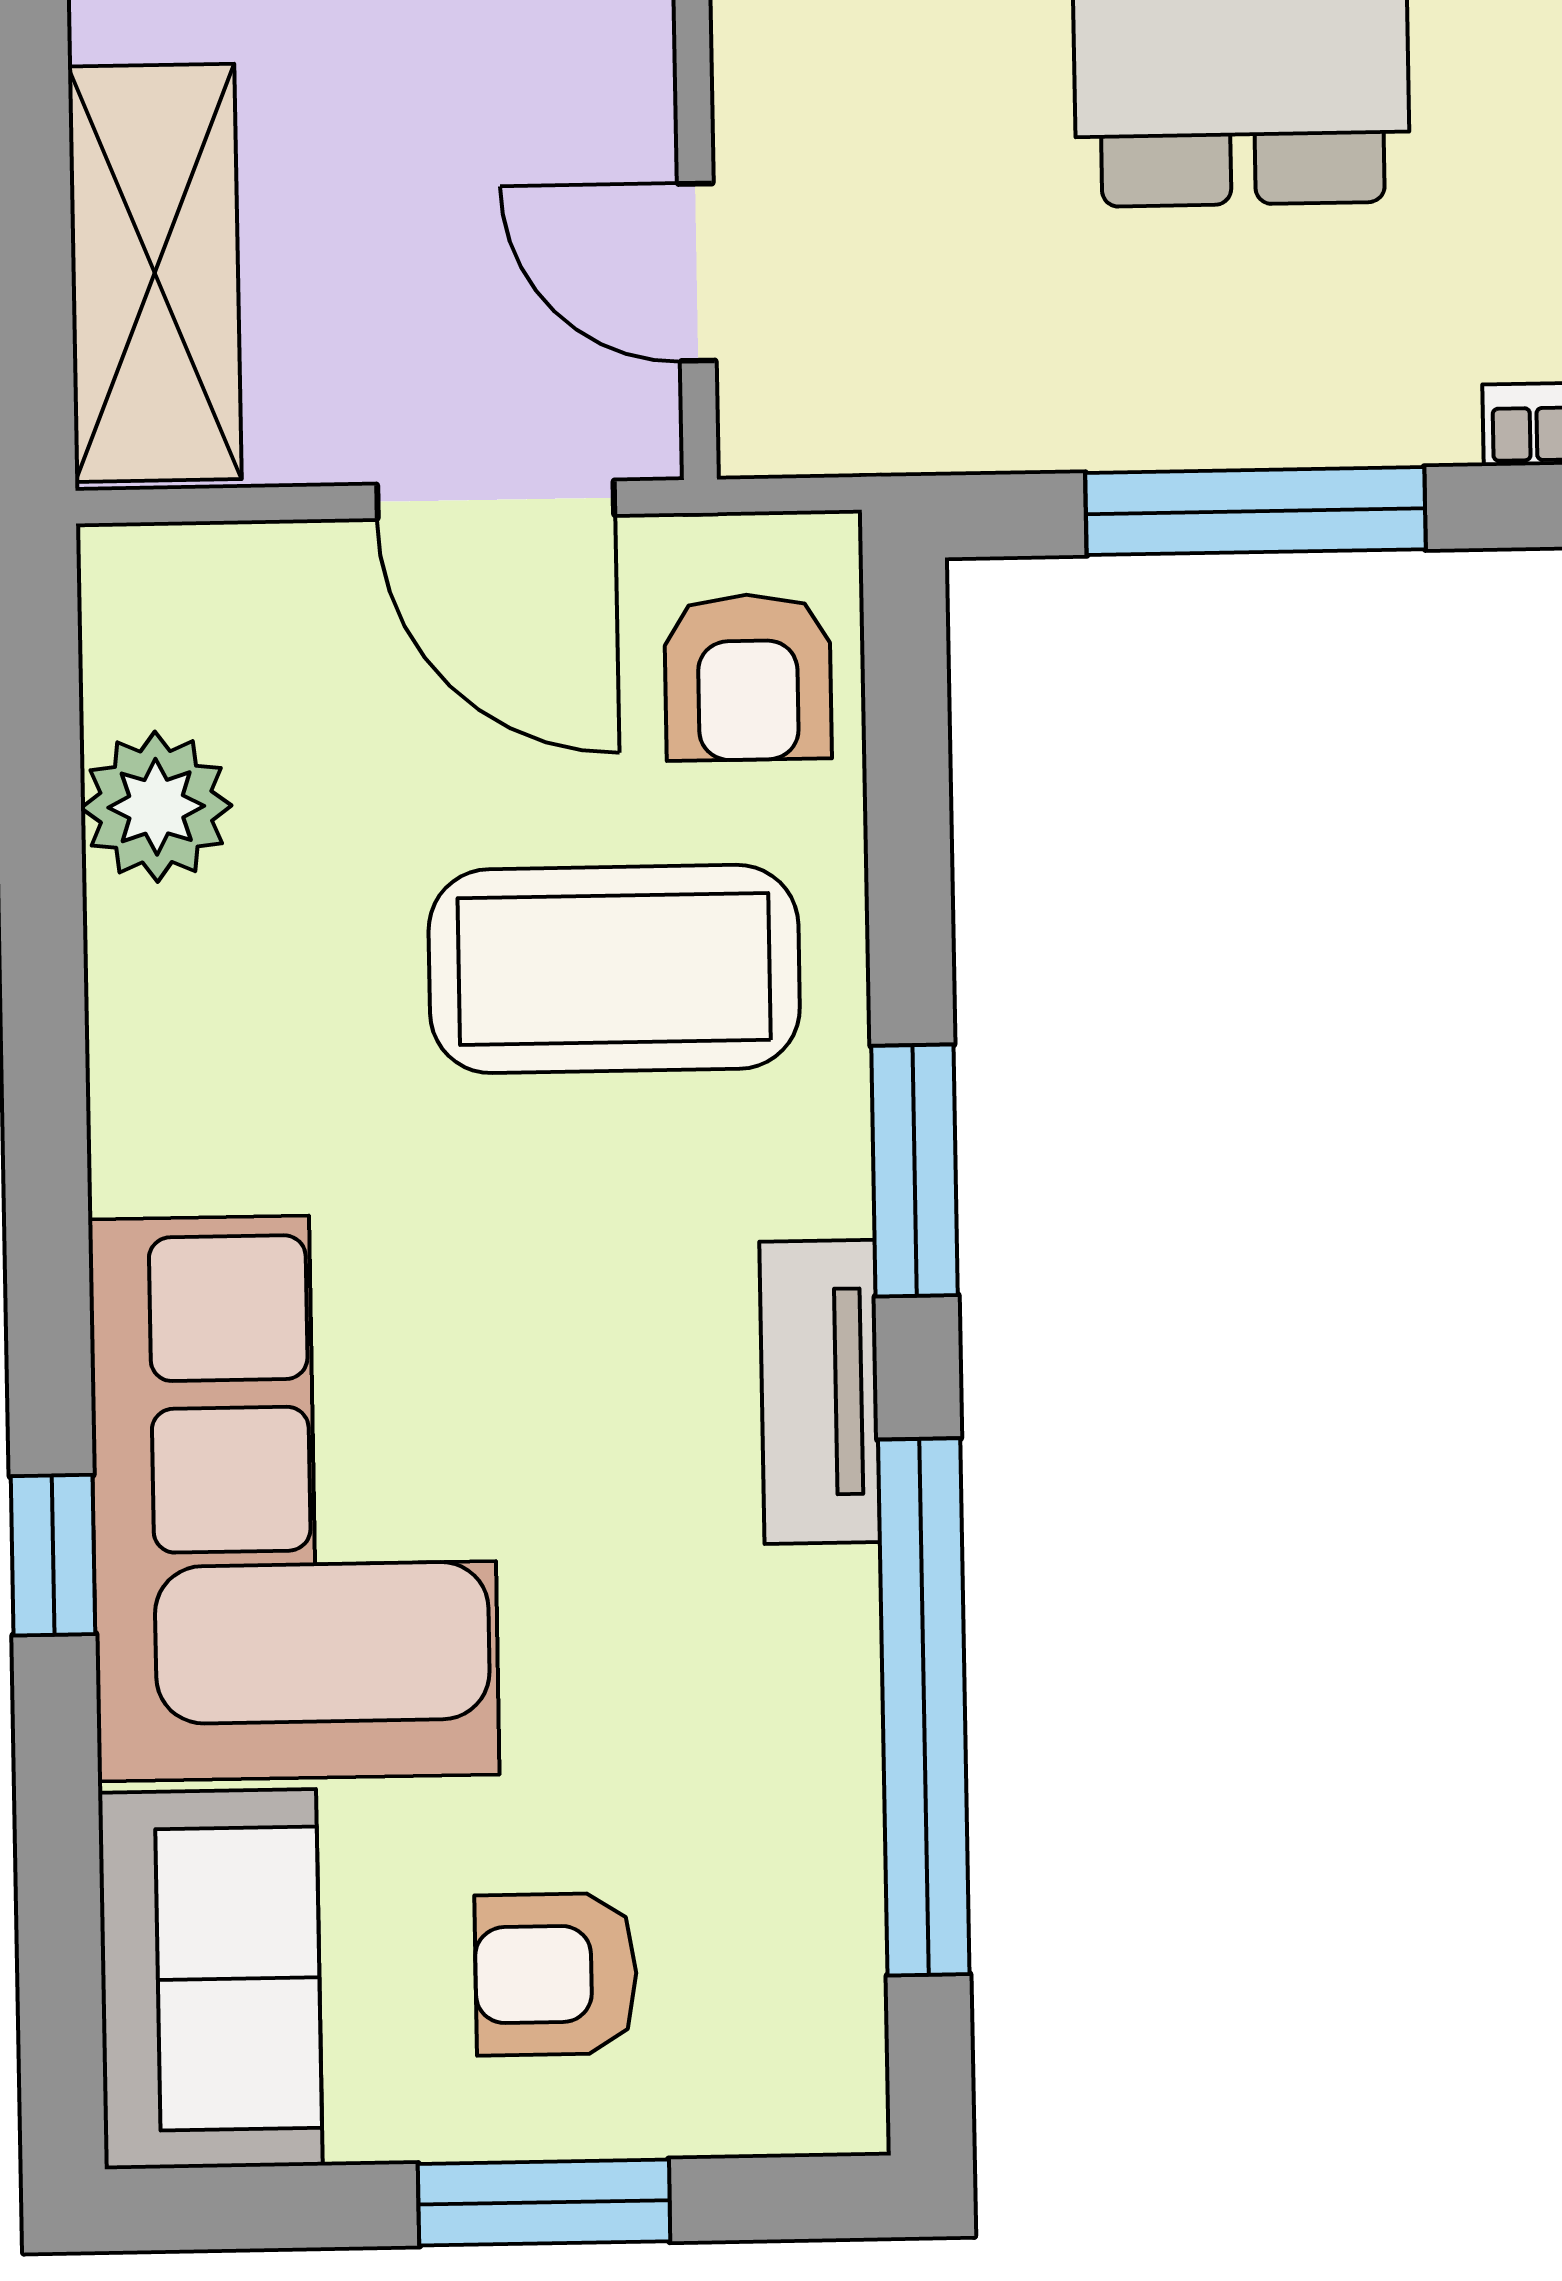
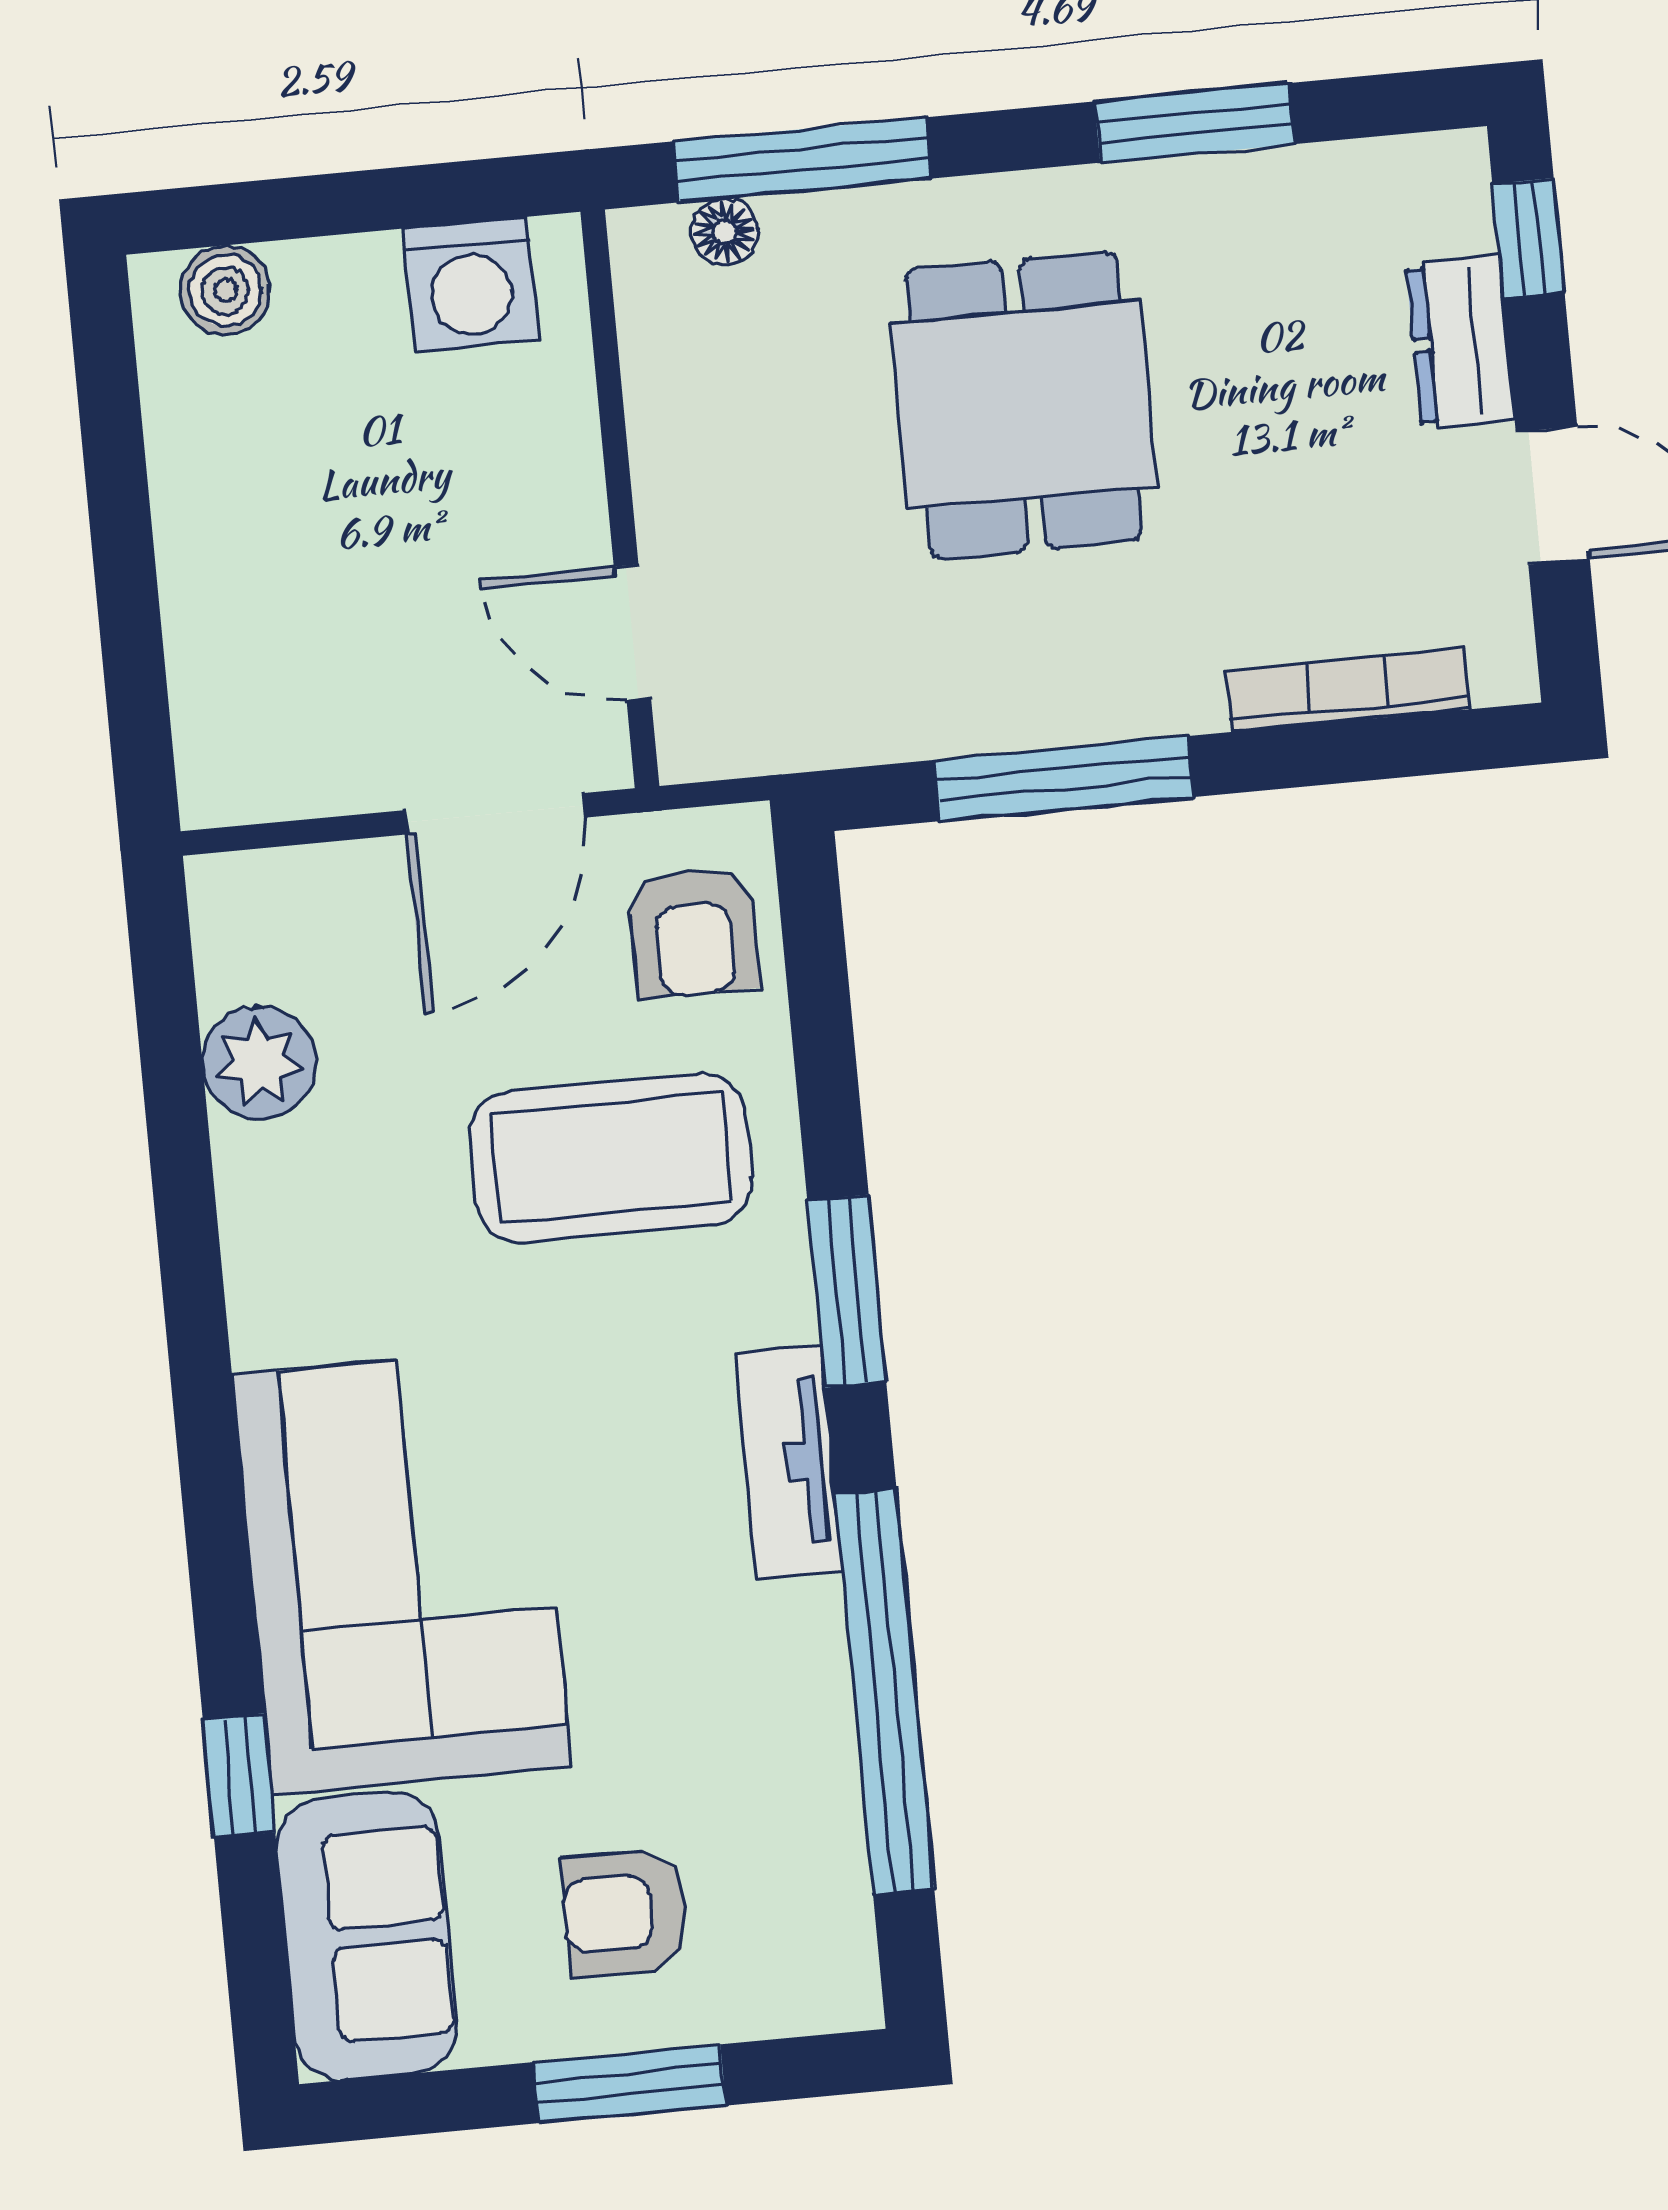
shelving: (155, 273) -> (227, 664), removed
door: (496, 500) -> (495, 814), hinge flipped
window: (53, 1555) -> (239, 1776), moved

